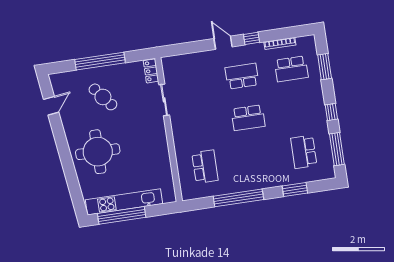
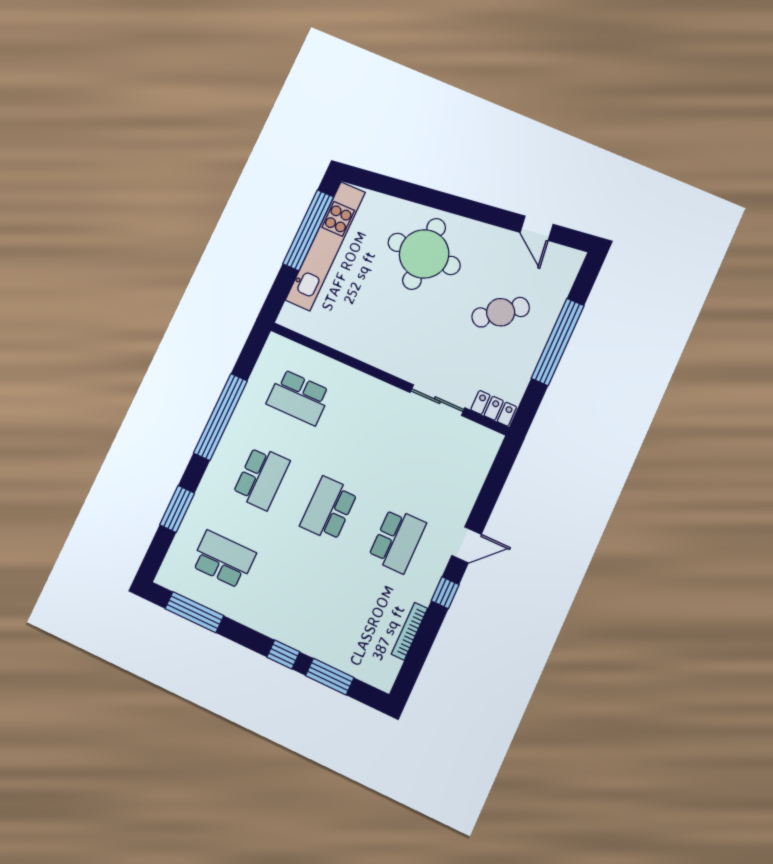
school desk: (291, 69) -> (261, 478), moved, turned 180
window: (331, 112) -> (283, 654), moved

